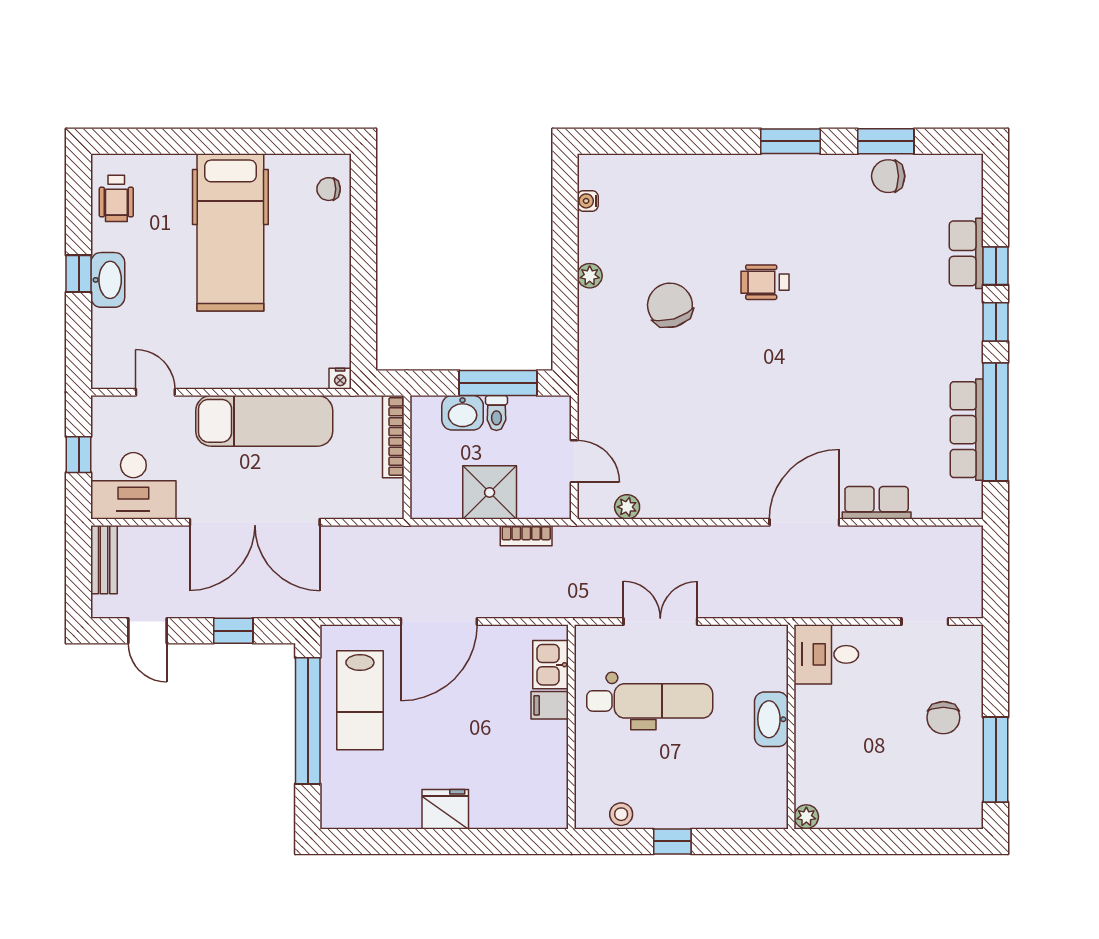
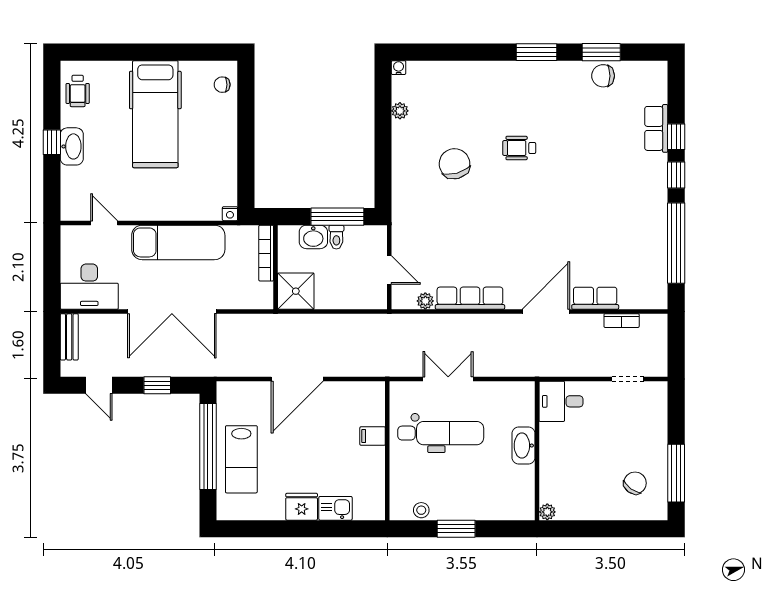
water cooler: (588, 201) -> (399, 68), moved, turned 90
plant: (590, 276) -> (400, 111), moved
row of seats: (967, 430) -> (470, 298), moved, turned 90
window: (79, 455) -> (52, 265), removed
shower: (490, 492) -> (296, 291), moved
bookcase: (526, 536) -> (622, 321), moved
kitchen sink: (550, 665) -> (335, 508), moved, turned 90
lab bench: (360, 700) -> (241, 459), moved
chair: (943, 718) -> (635, 483), moved, turned -144
window: (672, 841) -> (456, 529), width x1.50

